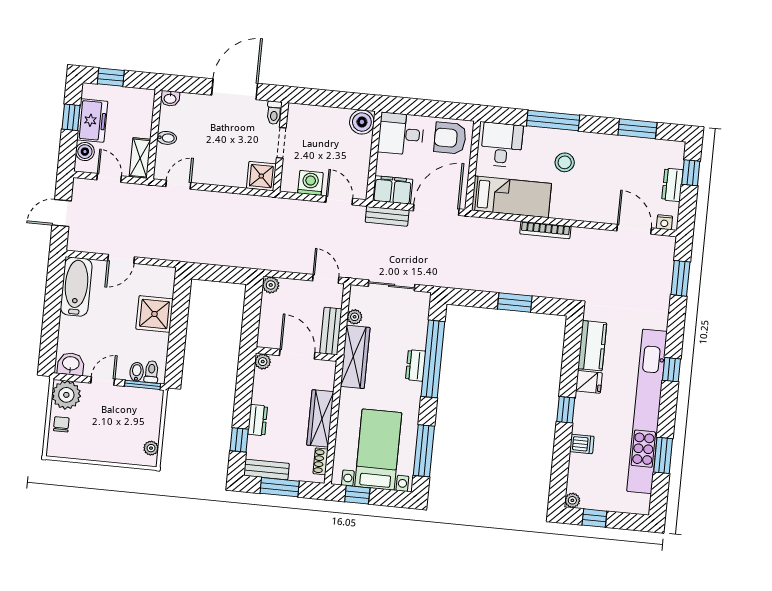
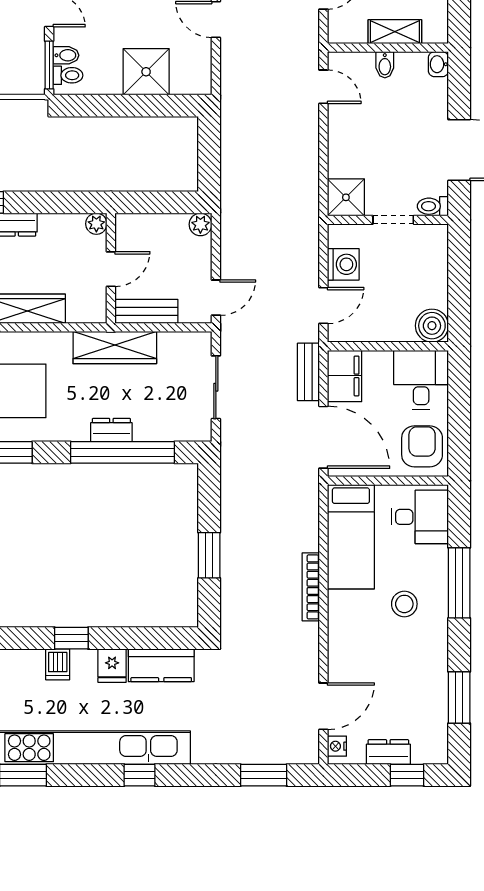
shelving: (140, 158) -> (395, 32), moved
plant: (355, 317) -> (169, 341), removed
door: (297, 354) -> (111, 269), width x0.73
dishwasher: (582, 444) -> (58, 664), moved

